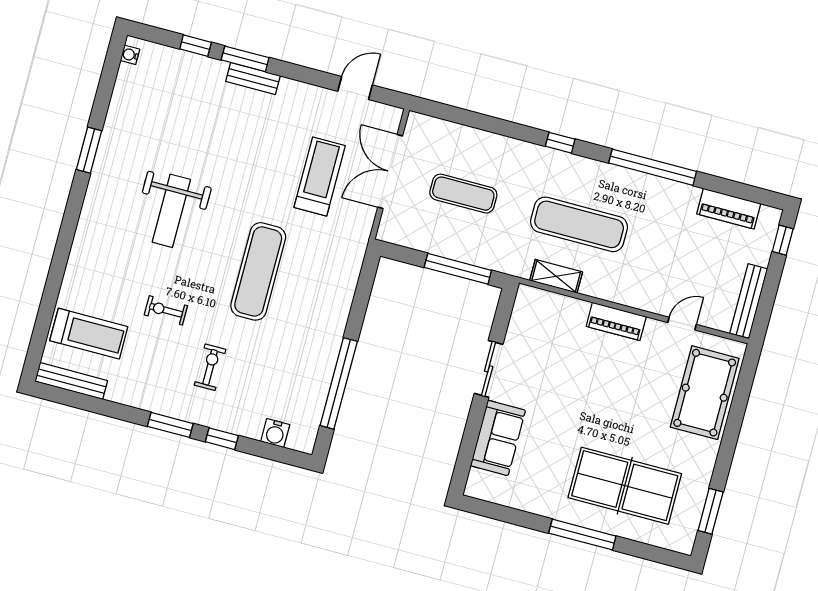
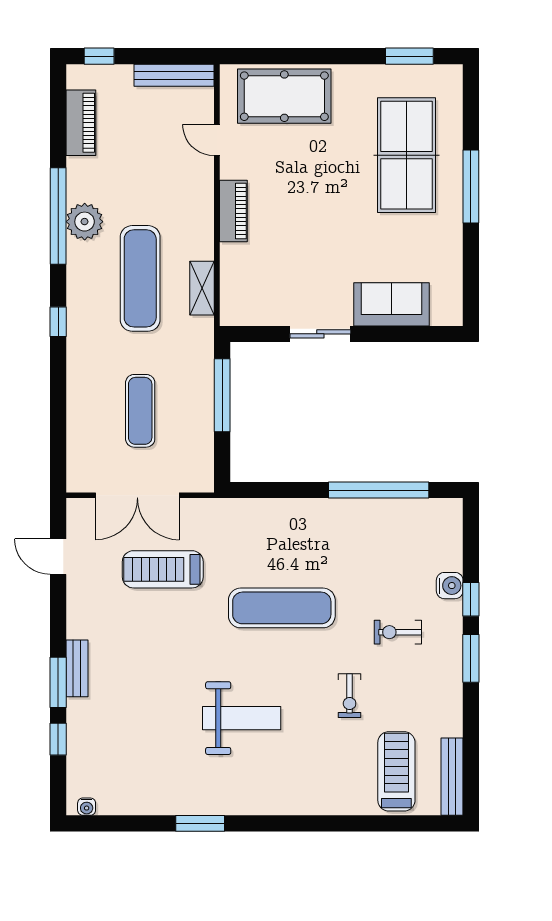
plant: (642, 189) -> (85, 222), added
water cooler: (275, 433) -> (450, 586), moved

